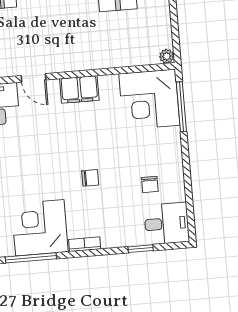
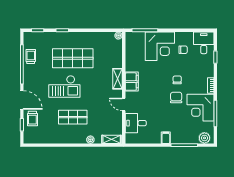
shelving: (83, 62) -> (118, 79), added
door: (34, 78) -> (124, 104), swing flipped
corner desk: (149, 99) -> (160, 46), moved
chair: (56, 179) -> (176, 97), added

